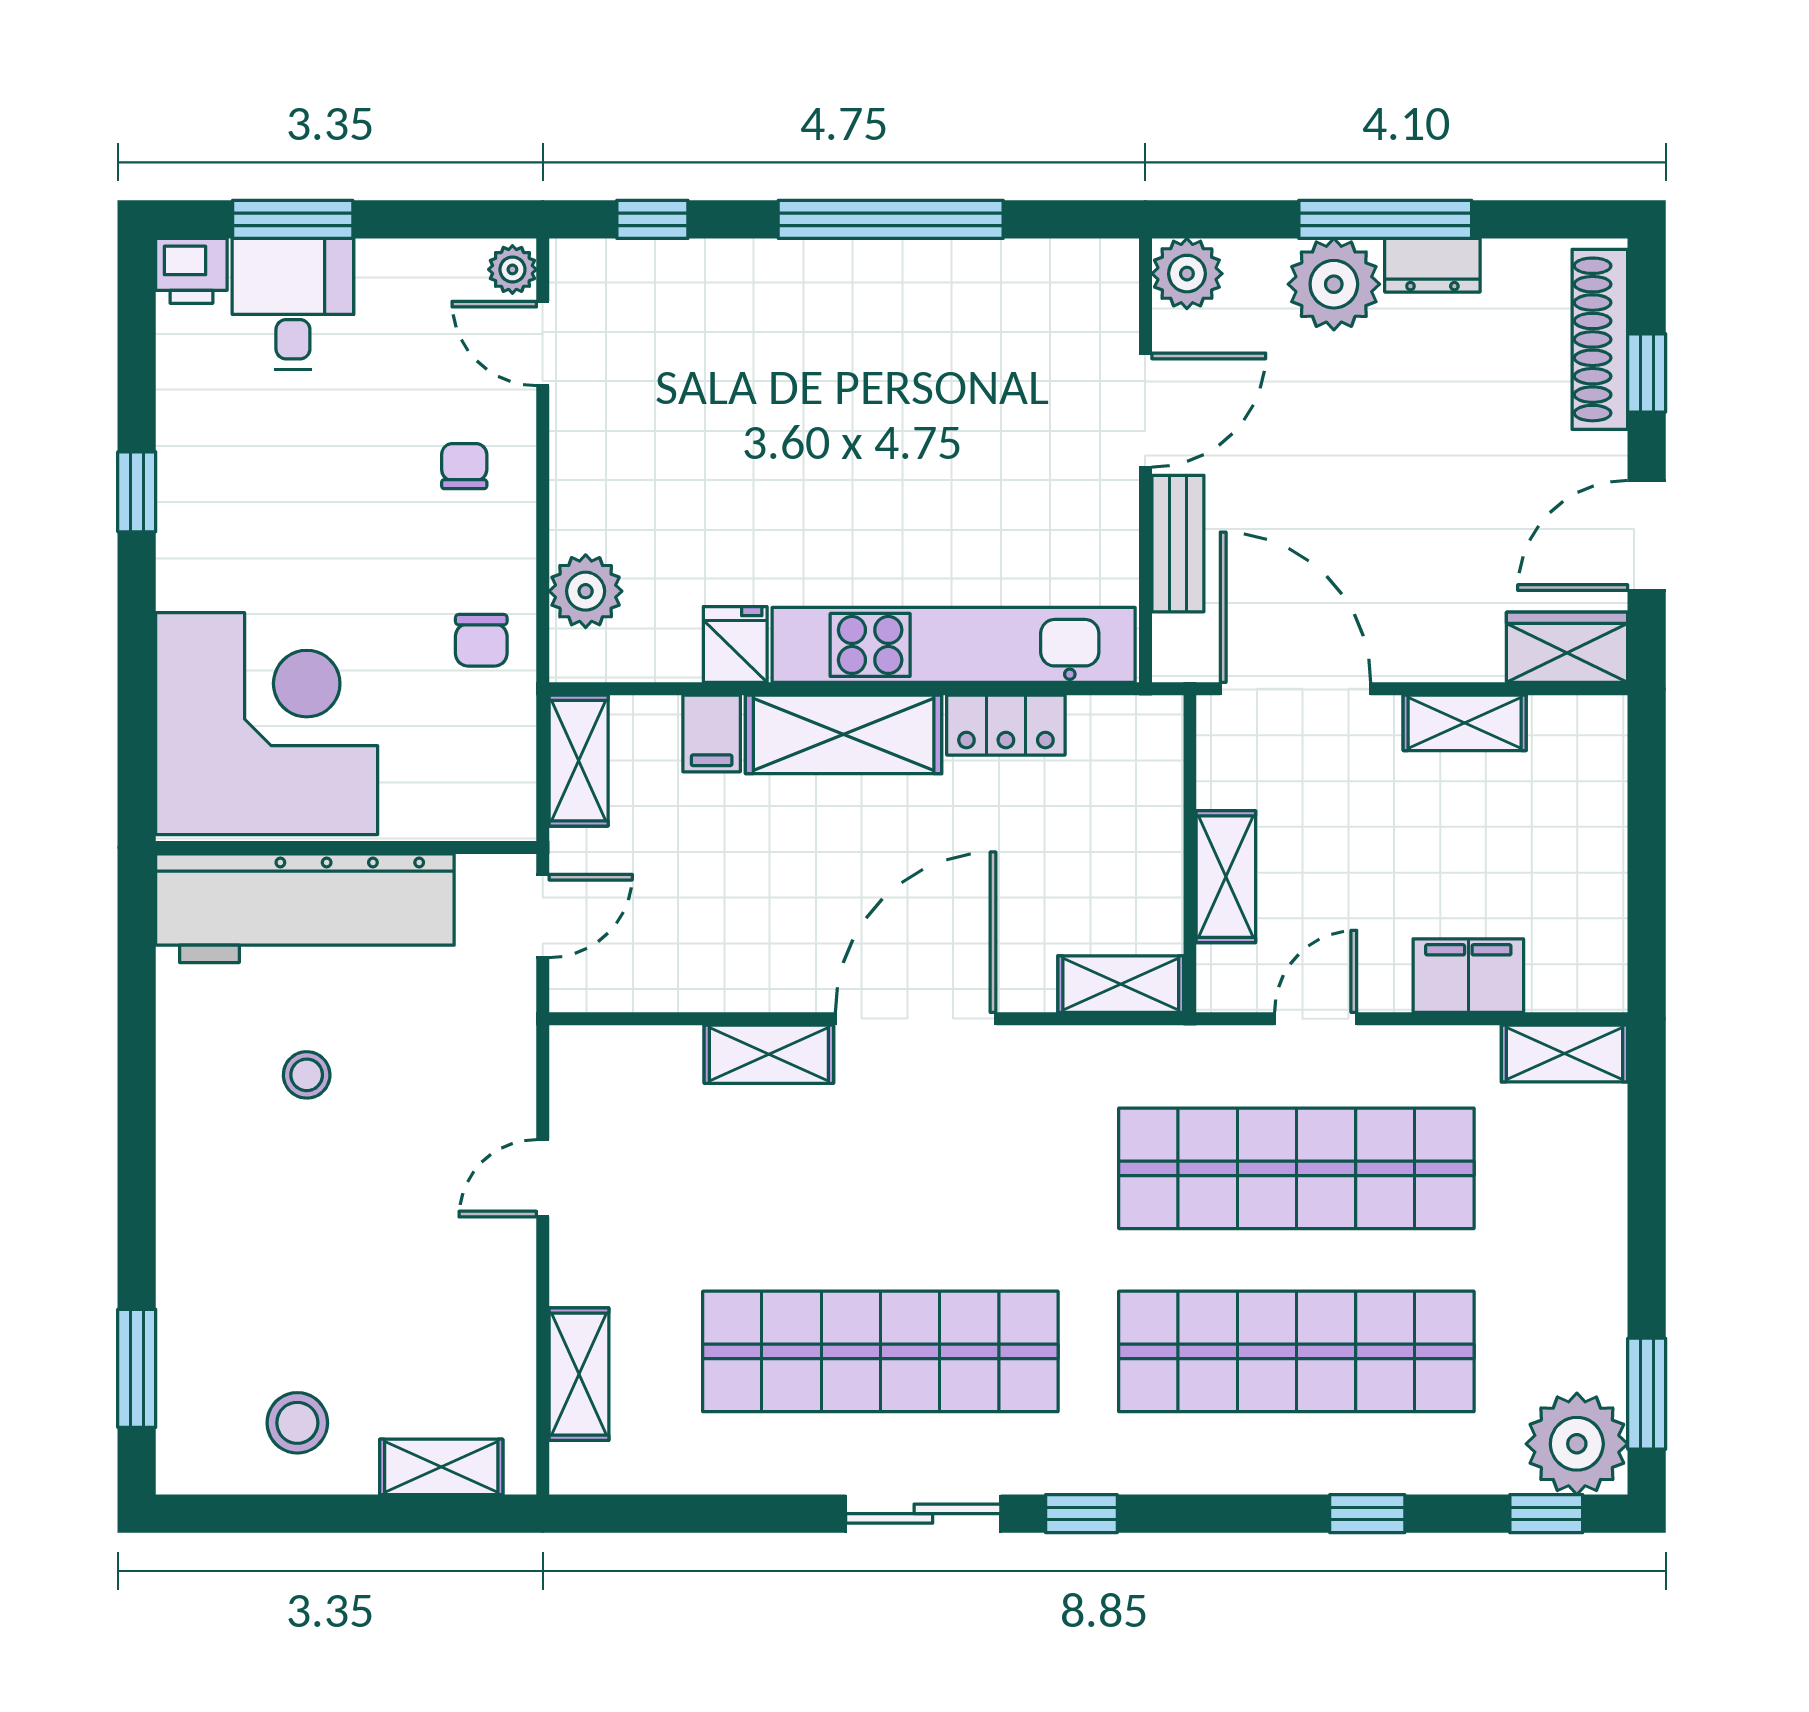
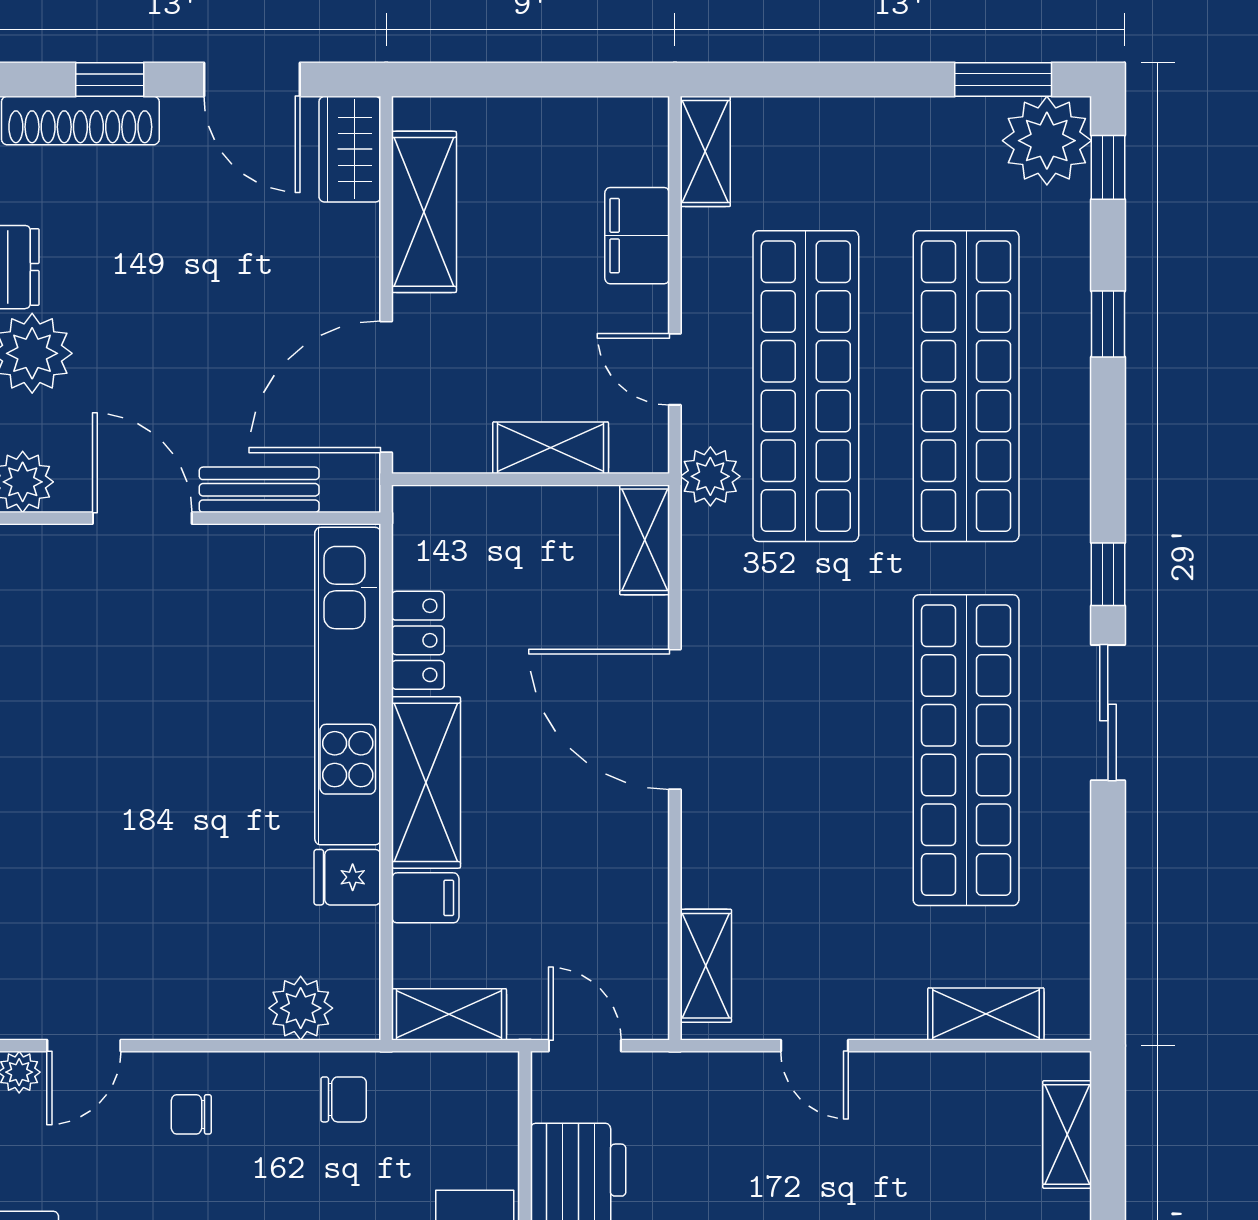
shelving: (1465, 723) -> (424, 212), width x1.50, depth x1.33
shelving: (769, 1054) -> (706, 966), moved
plant: (1193, 1059) -> (710, 476), added

